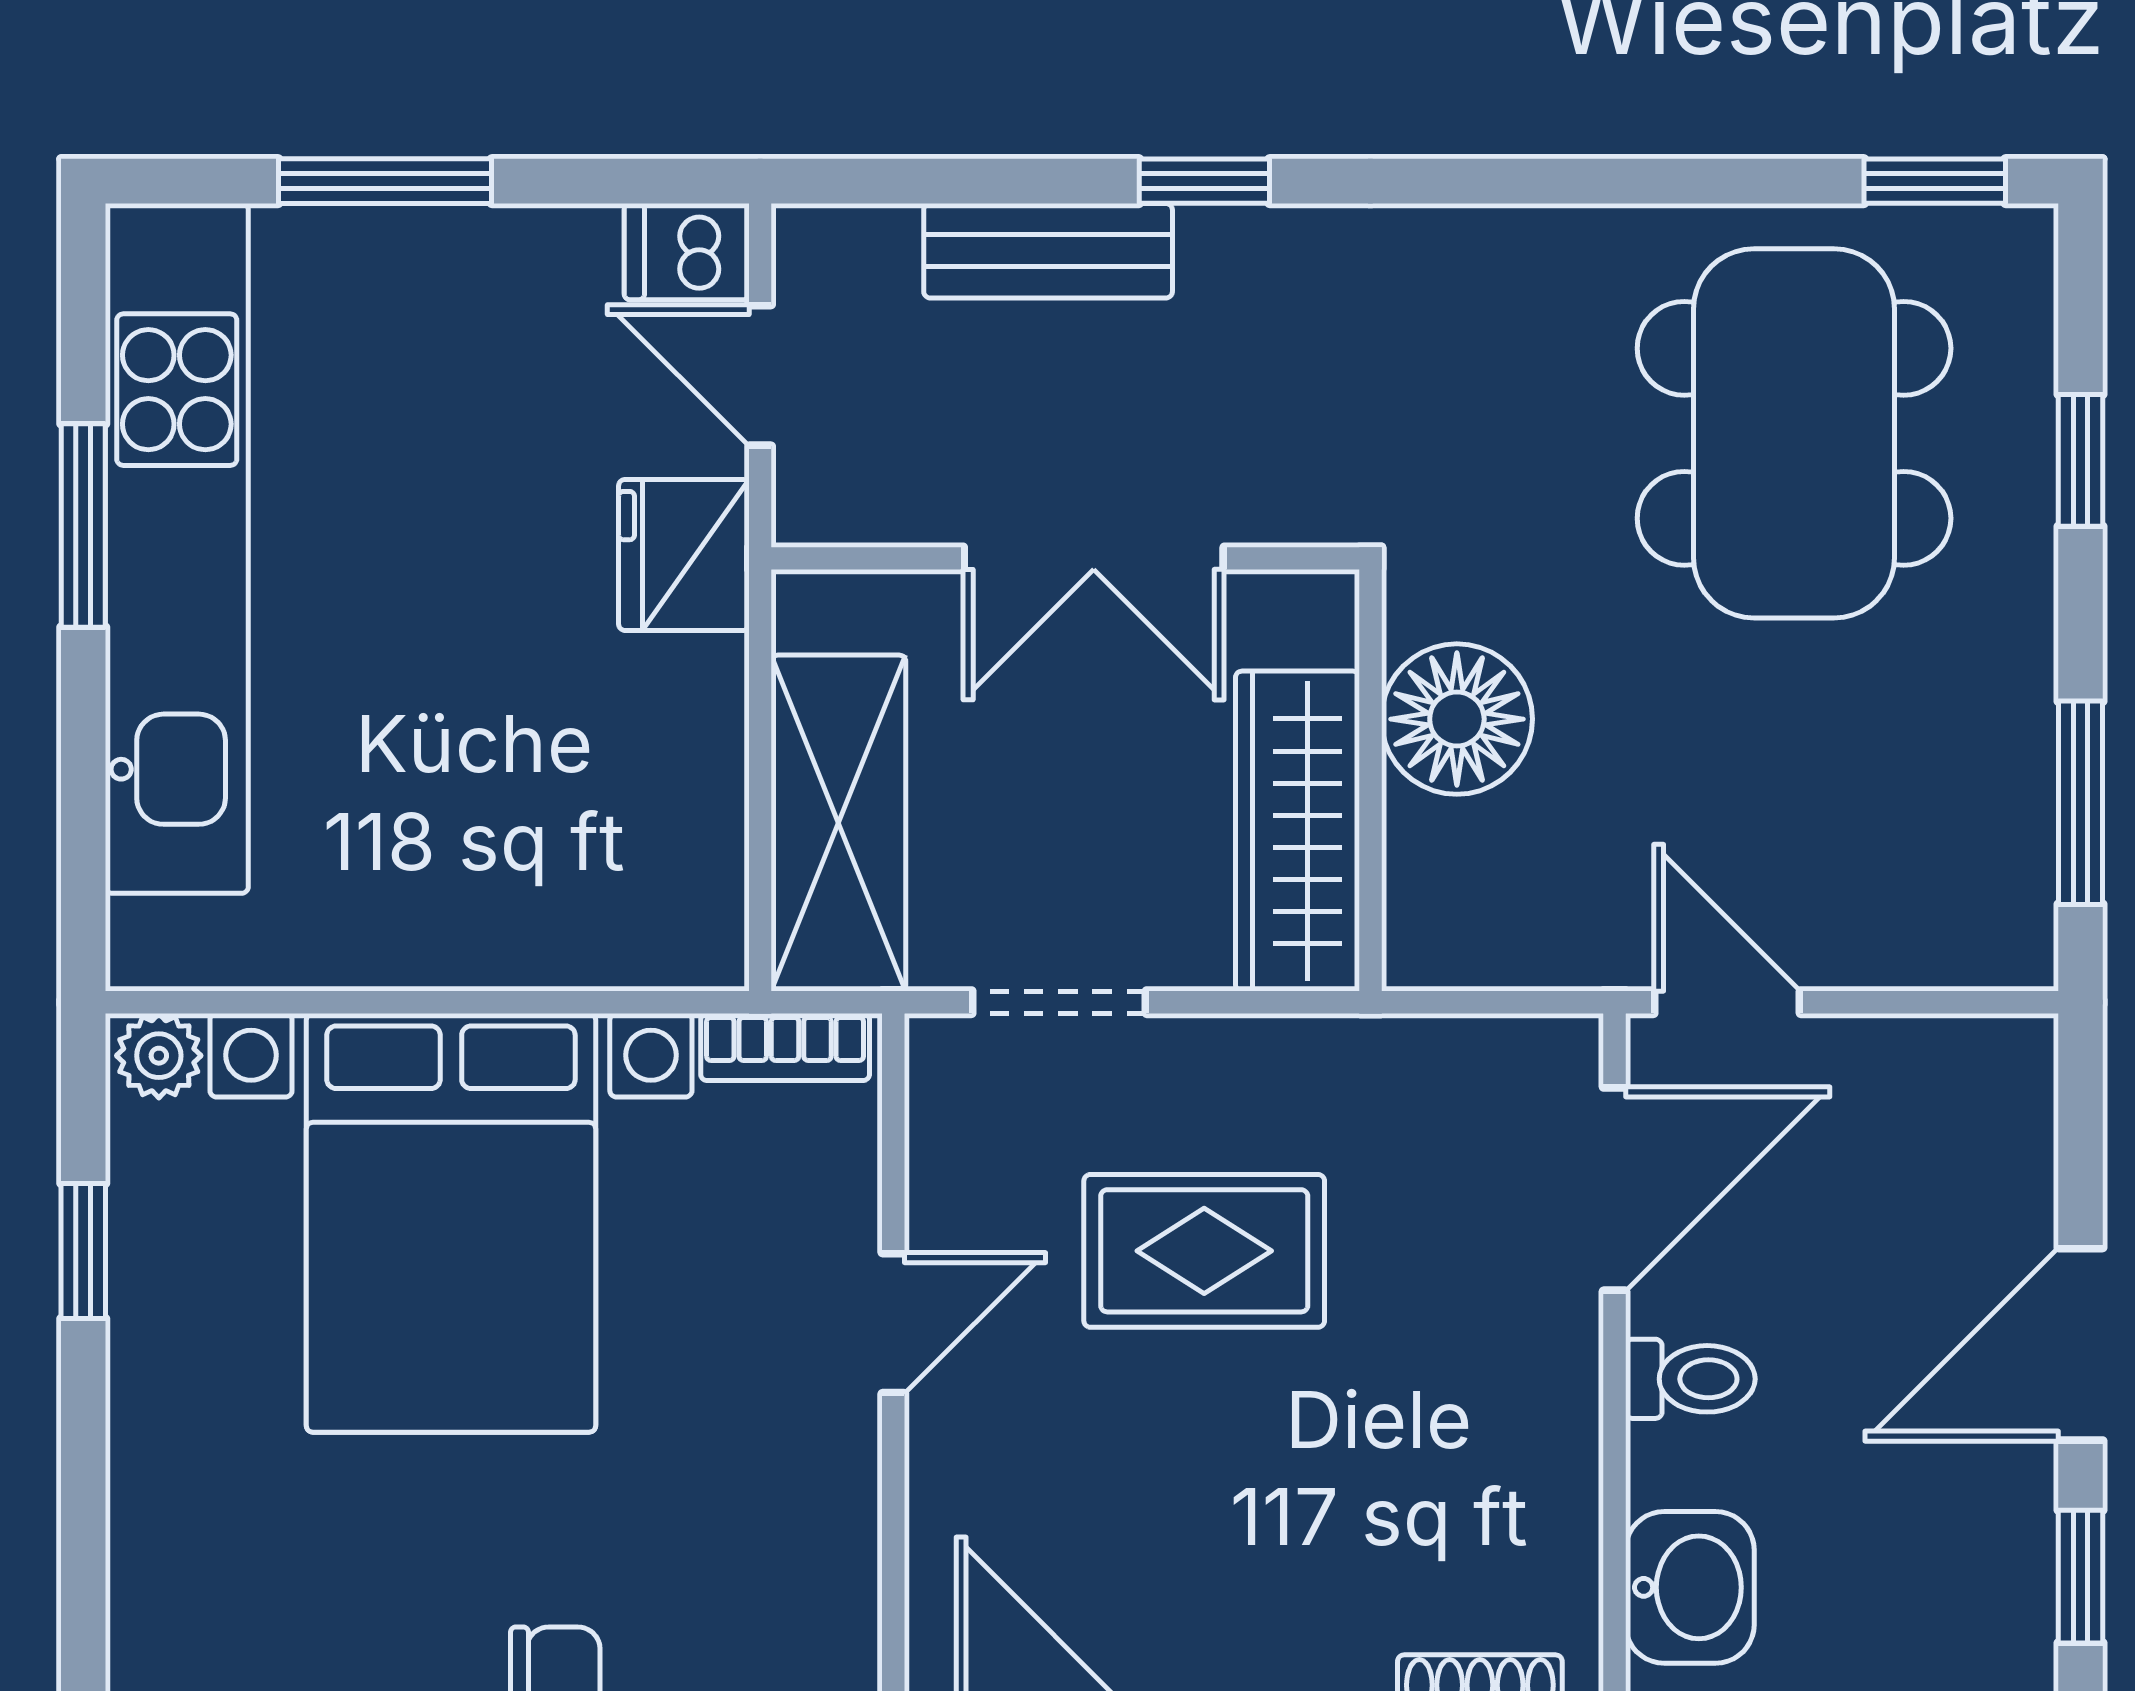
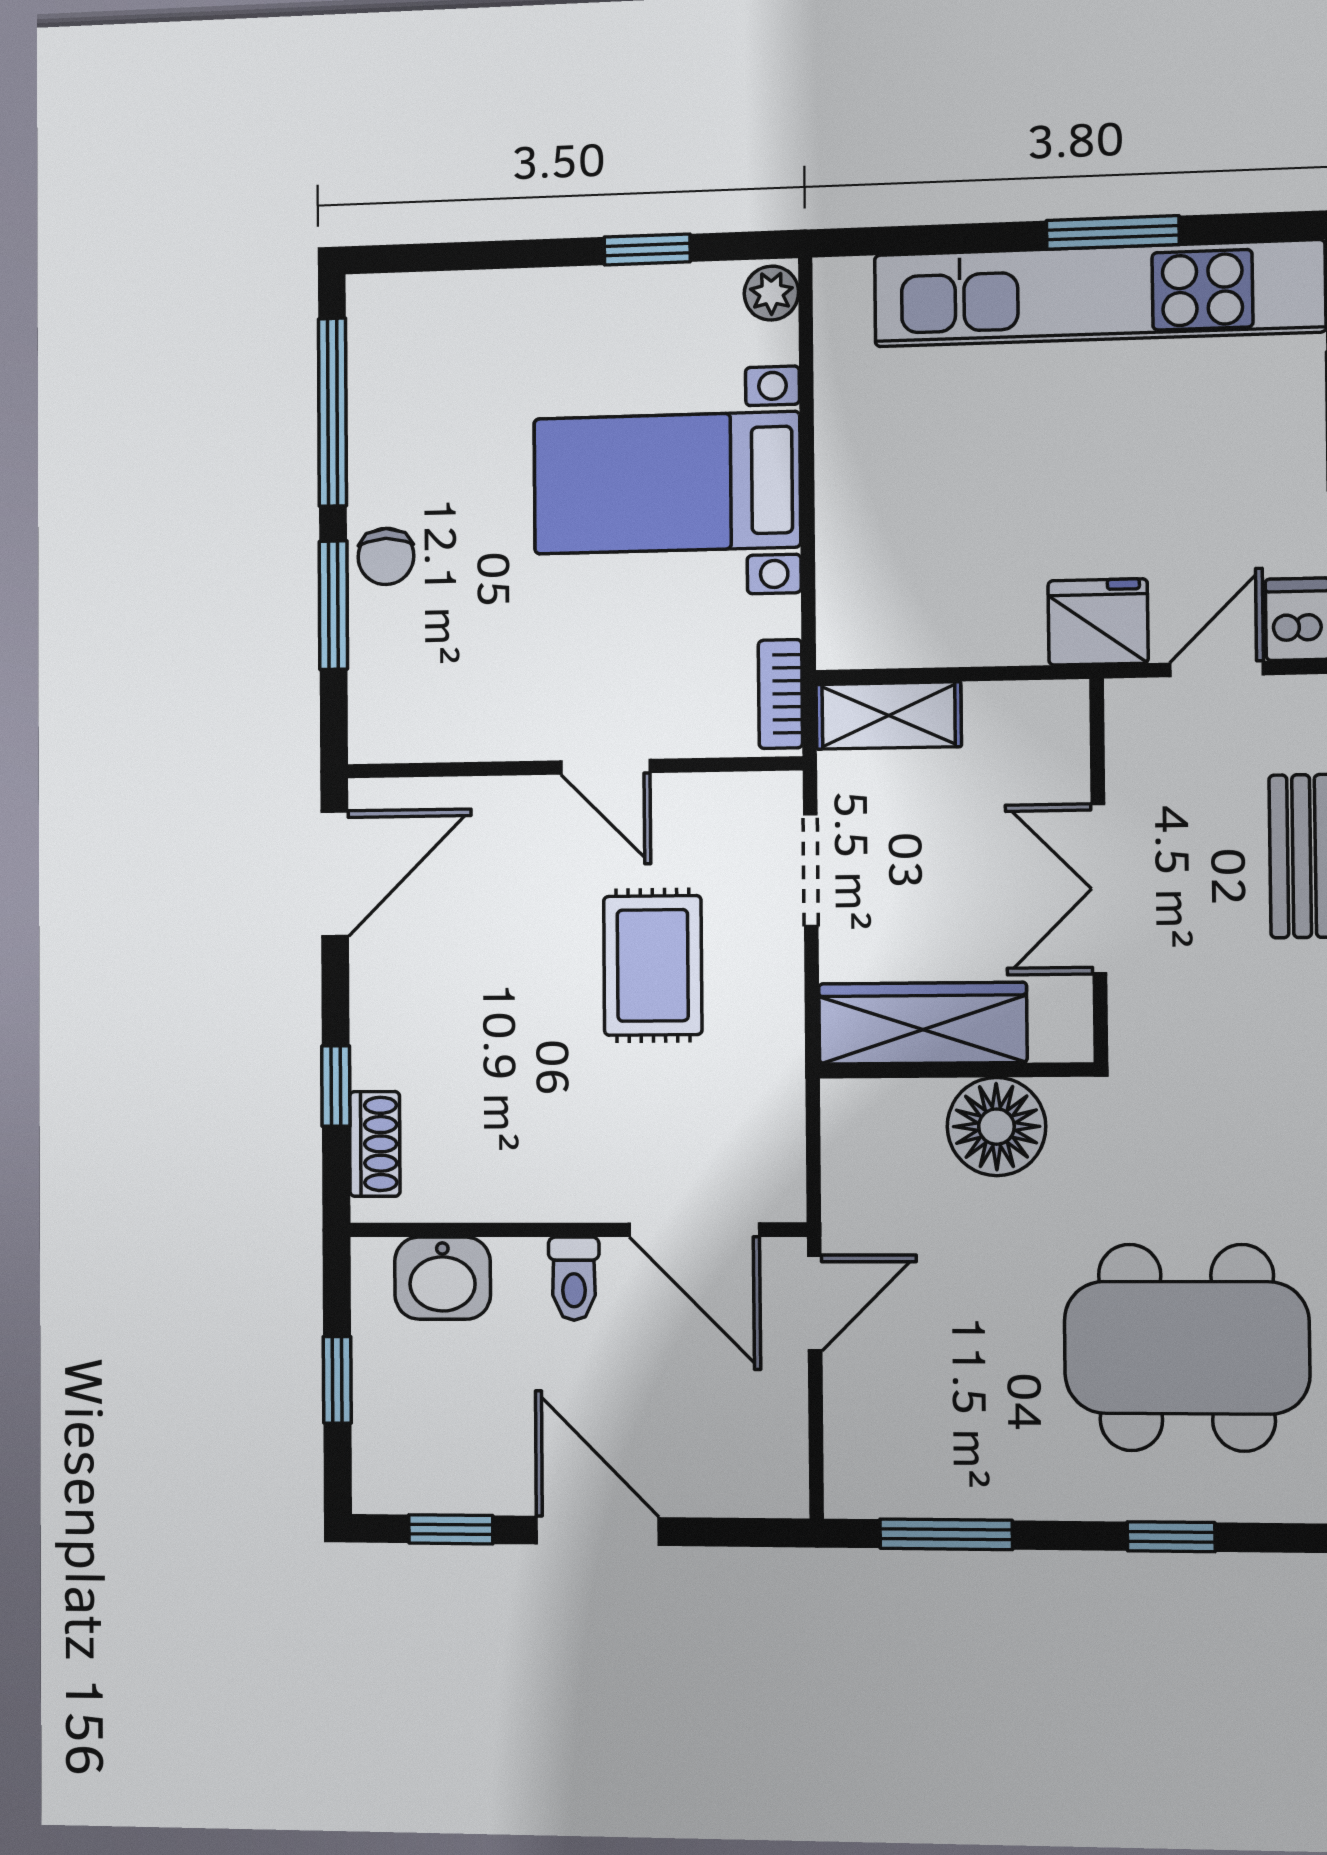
shelving: (838, 823) -> (889, 715), width x0.67, depth x0.75
bed with nightstands: (451, 1223) -> (667, 483), width x0.73

